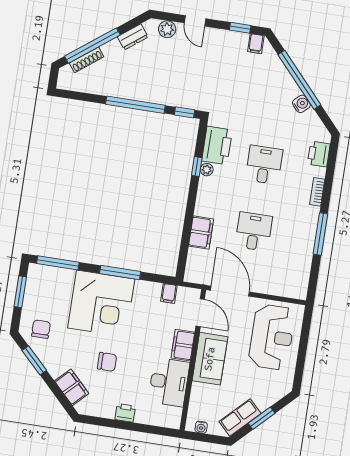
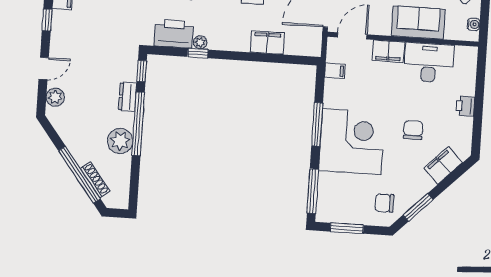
dresser: (133, 37) -> (128, 97), moved, turned -143
plant: (121, 86) -> (120, 141), added
sofa: (210, 359) -> (418, 23), moved

